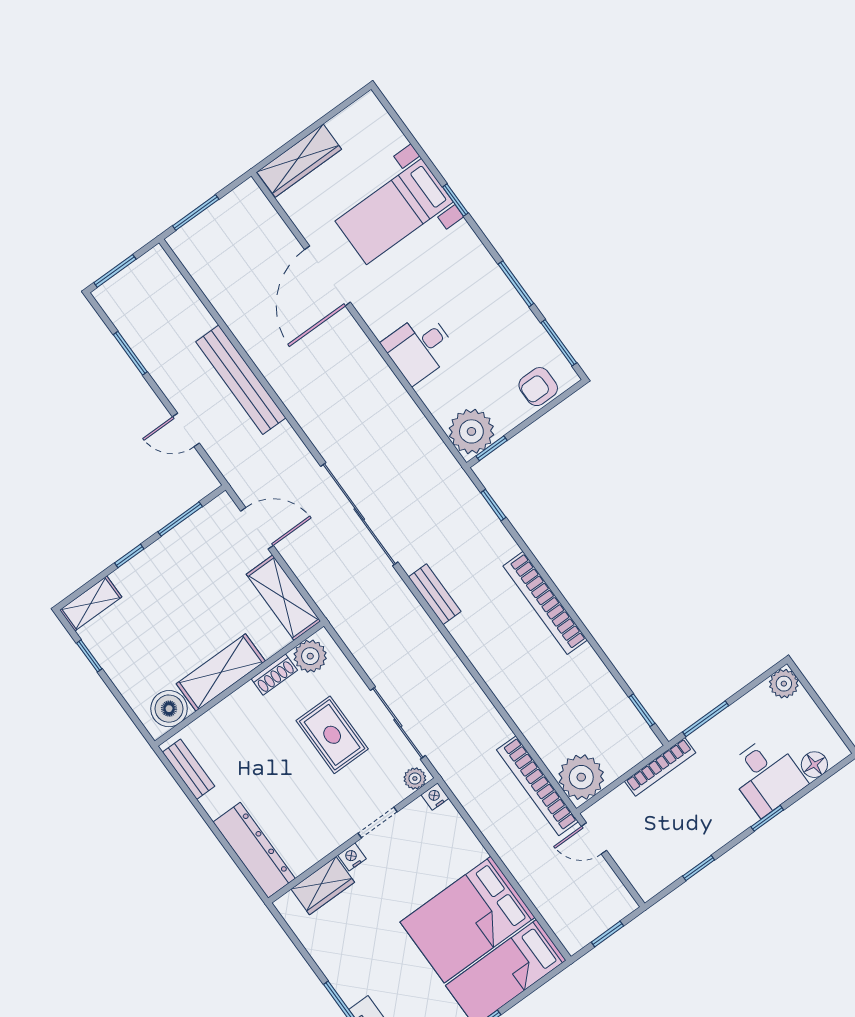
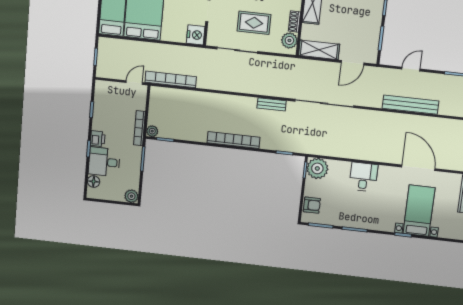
armchair: (538, 387) -> (312, 205), turned 90
plant: (581, 777) -> (152, 131), moved, width x0.53, depth x0.53
plant: (415, 779) -> (212, 38), removed
nightstand: (435, 797) -> (196, 35), width x1.89, depth x1.79
printer: (737, 818) -> (98, 139), added

